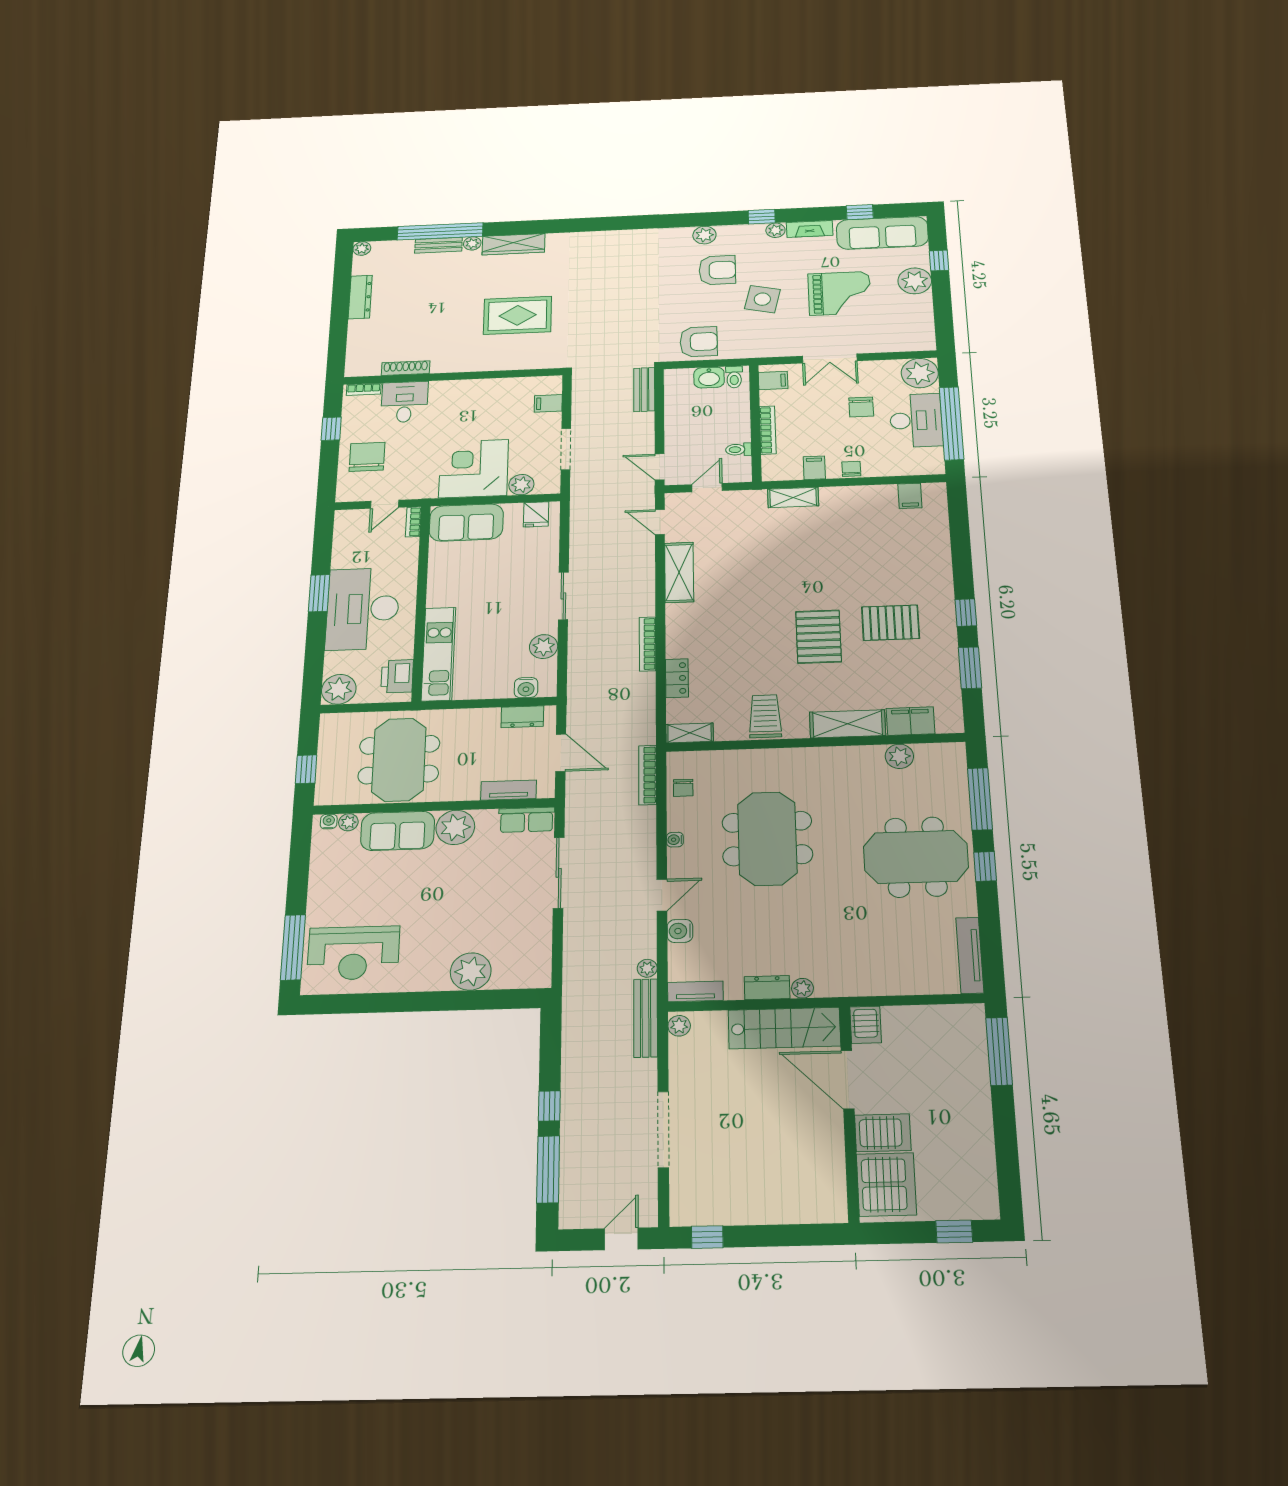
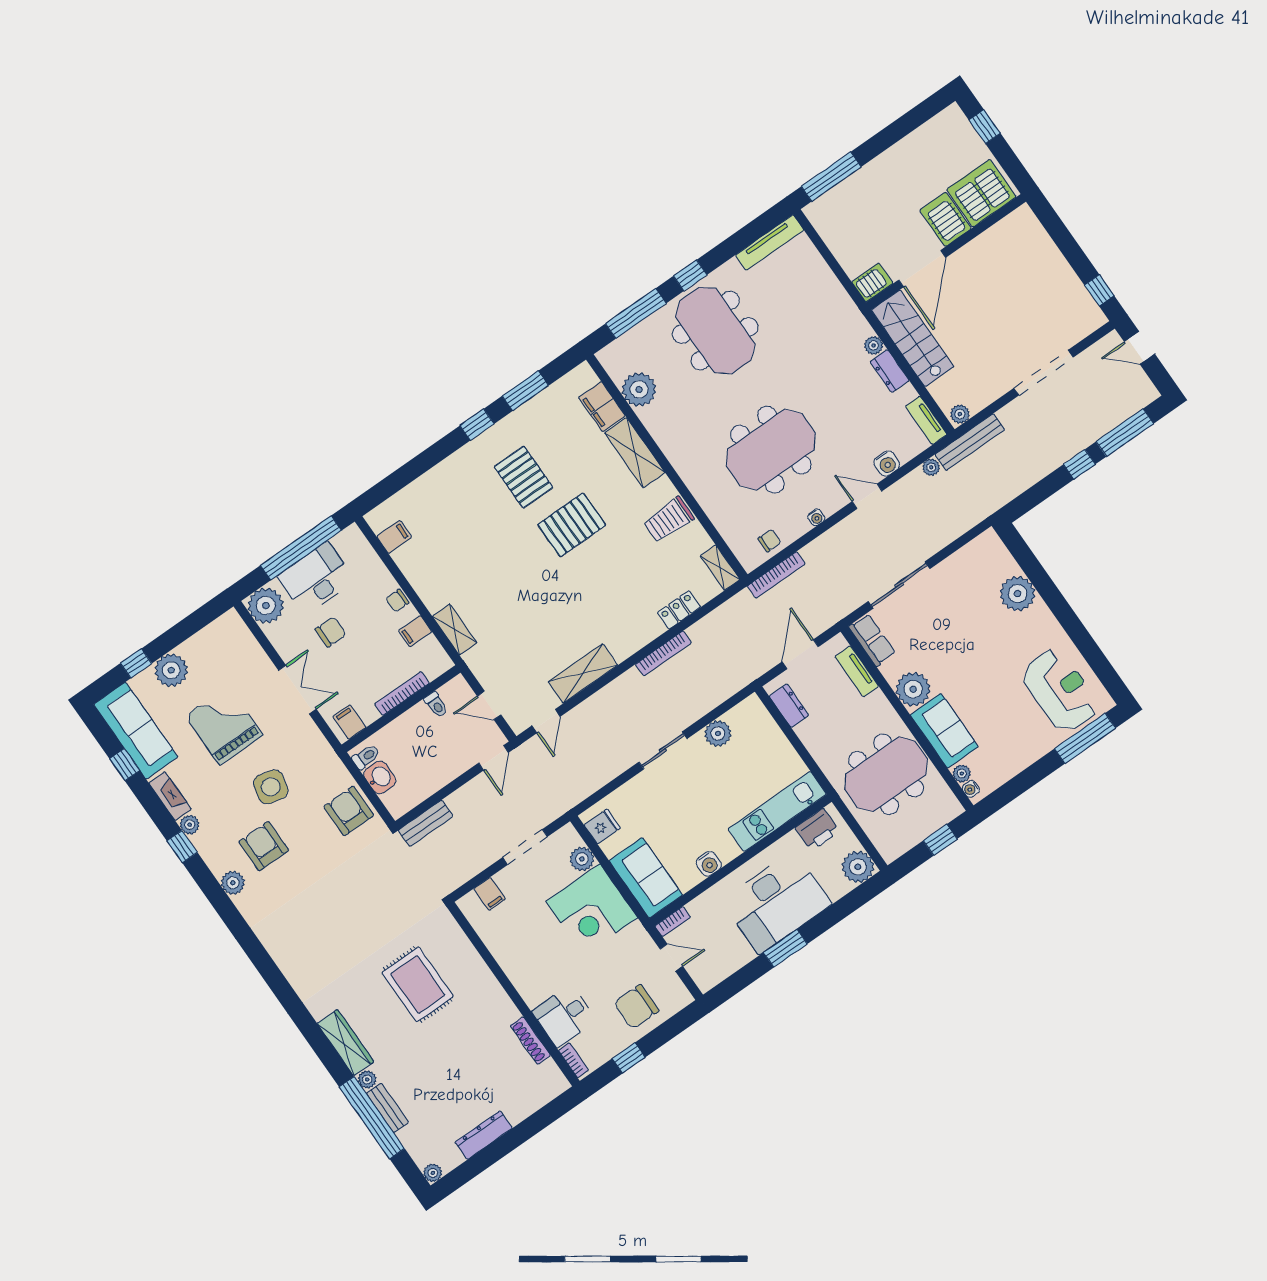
water cooler: (526, 688) -> (709, 864), moved, turned 90
plant: (899, 756) -> (639, 389), width x1.36, depth x1.36

